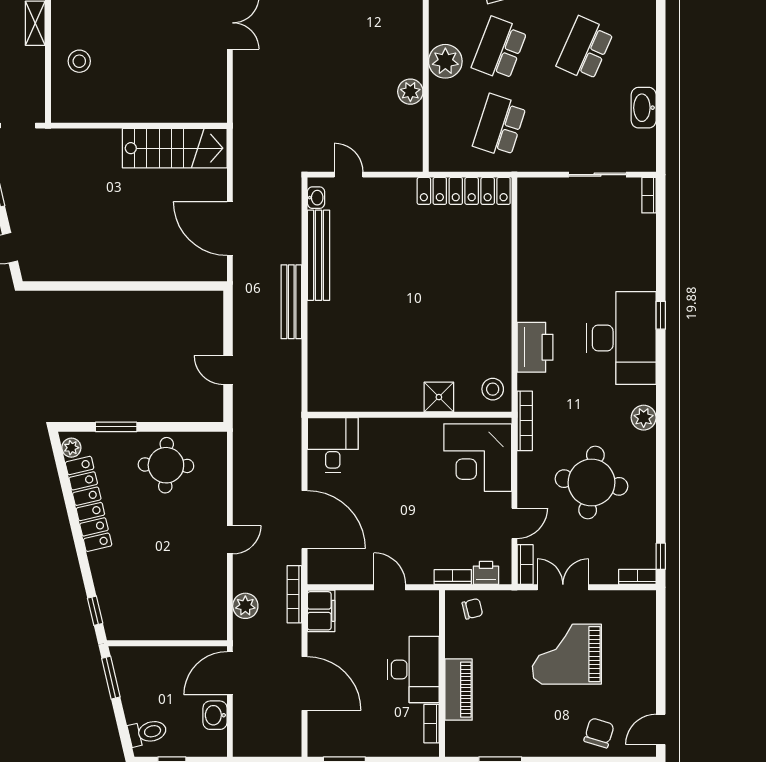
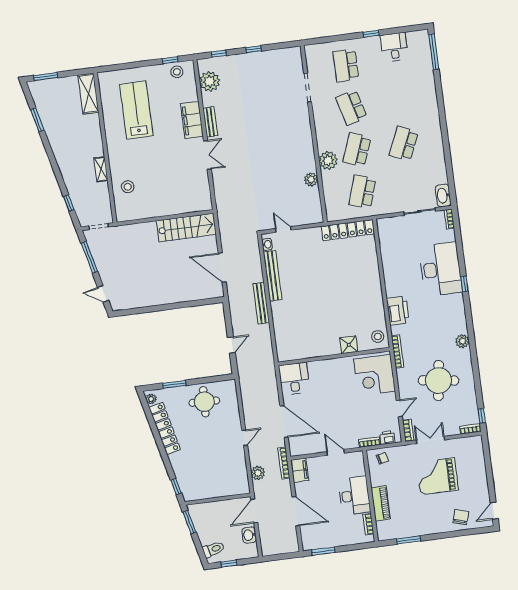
washbasin: (644, 108) -> (443, 196), moved
desk: (621, 338) -> (440, 269), moved
door: (228, 370) -> (231, 345), swing flipped

